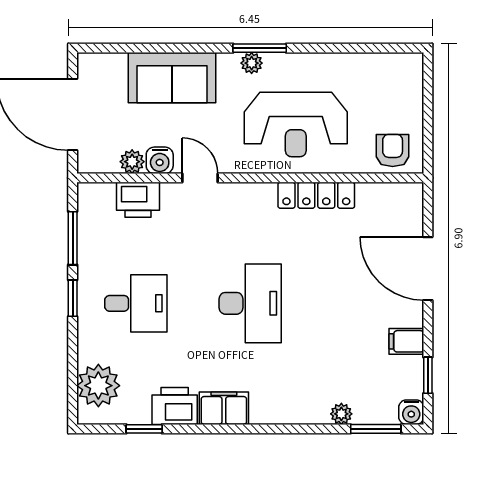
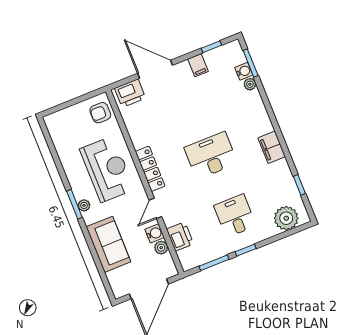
locker: (316, 195) -> (150, 169), moved
door: (428, 269) -> (155, 69), swing flipped
printer: (175, 406) -> (130, 93), moved, turned -90
water cooler: (411, 412) -> (244, 71), moved

